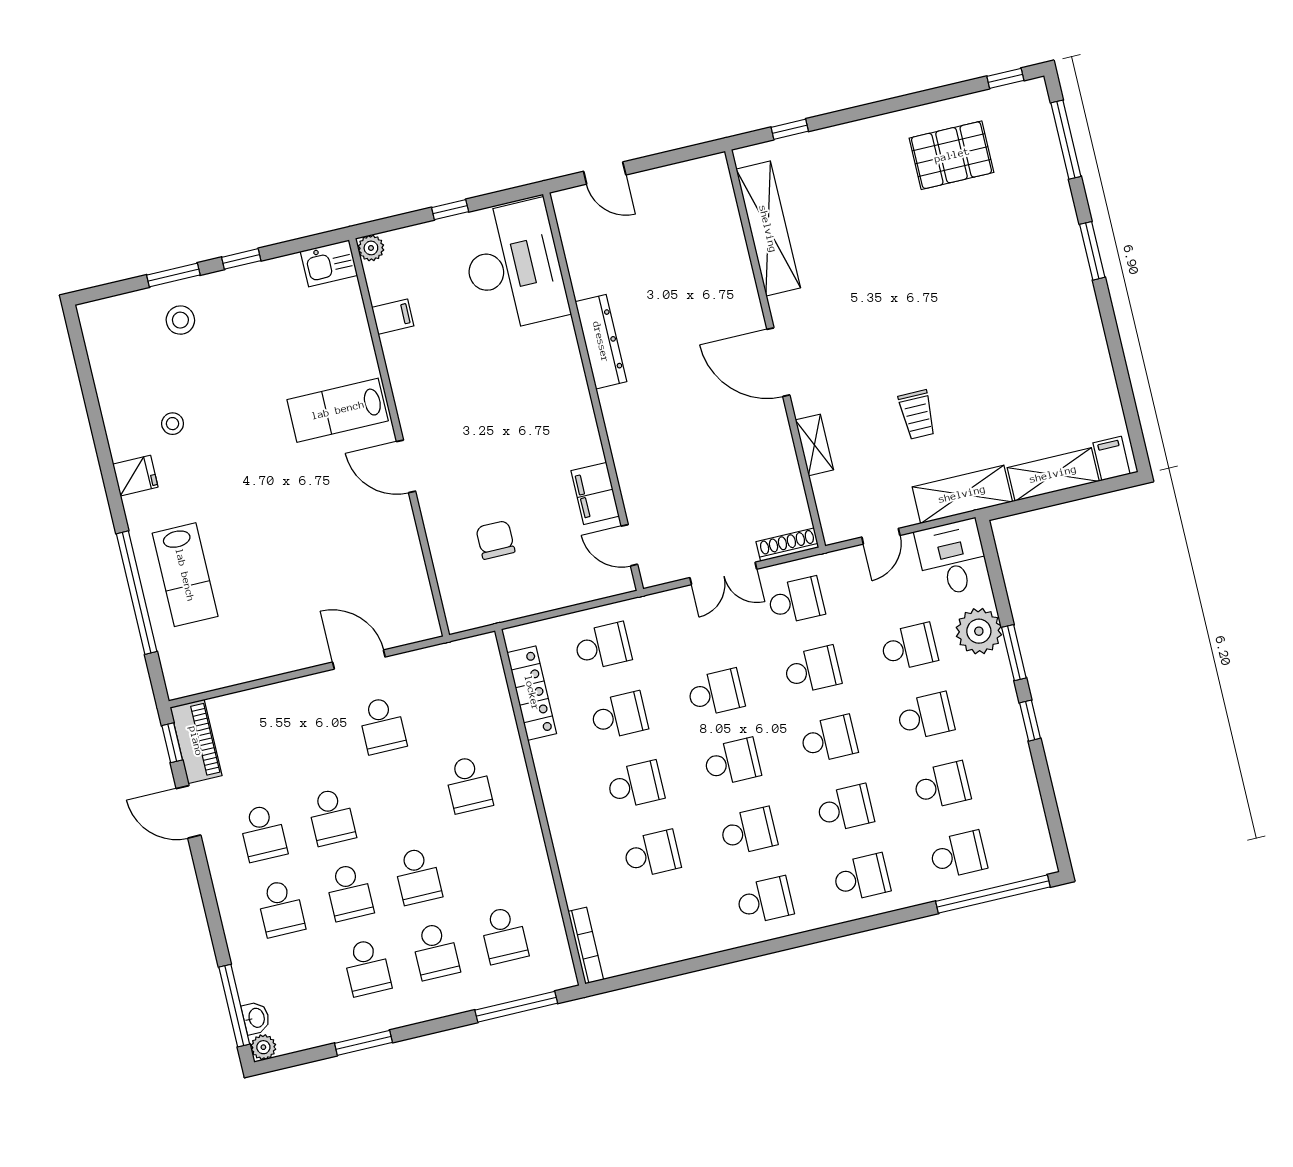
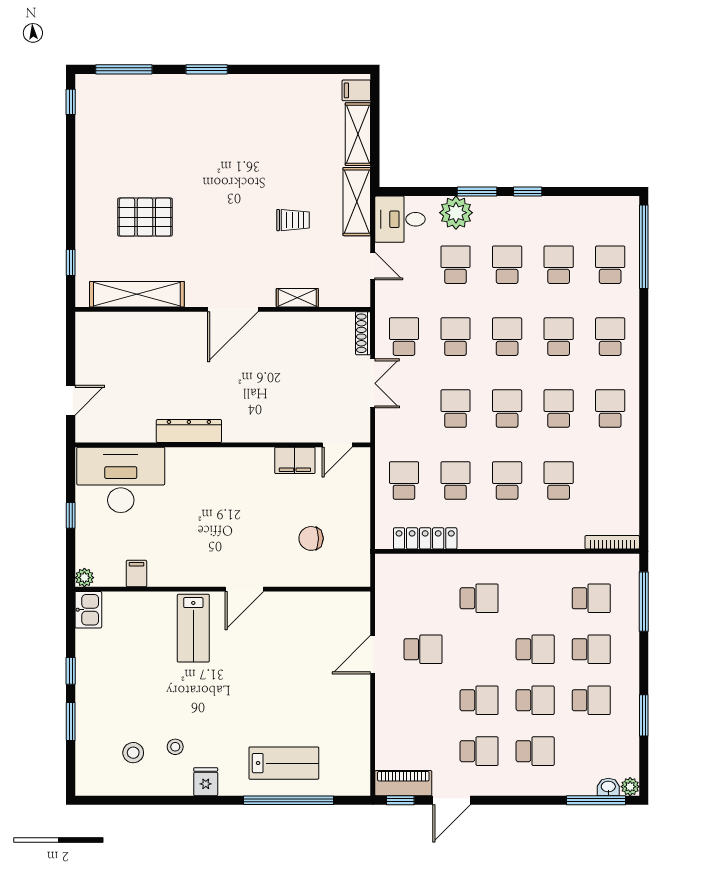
pallet: (952, 155) -> (145, 217), moved, turned 90
stool: (180, 320) -> (133, 753), moved

